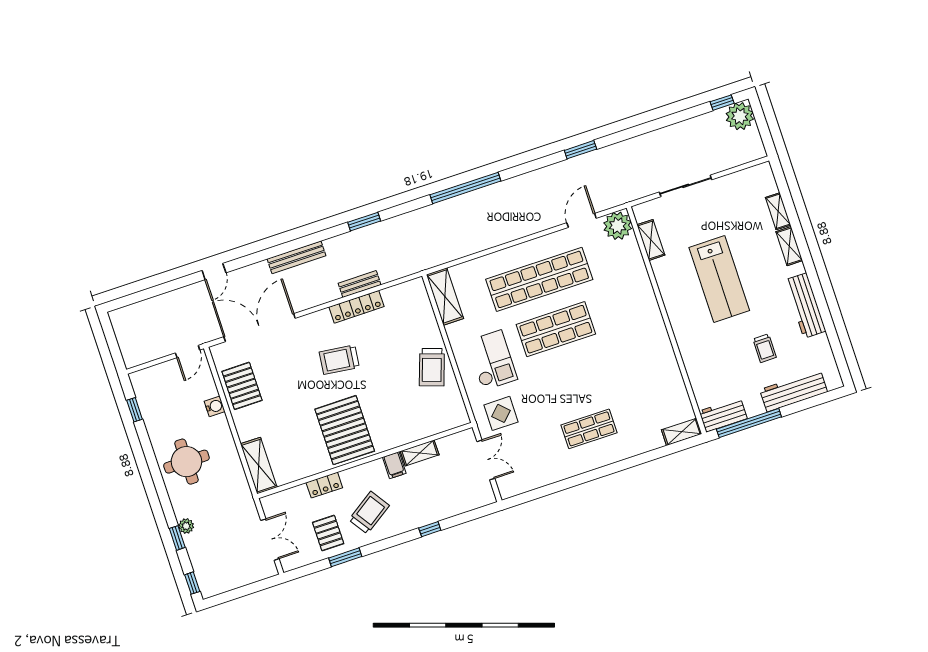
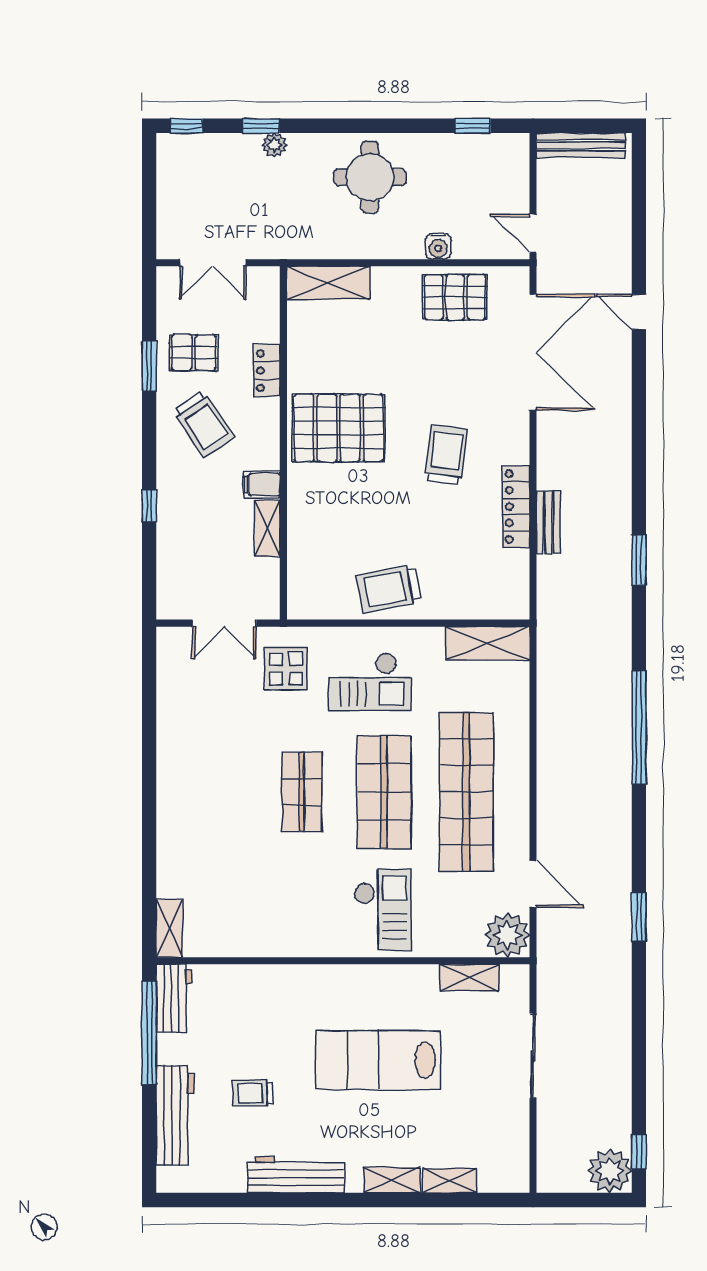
bench: (296, 257) -> (581, 145), moved, turned 90
checkout: (627, 306) -> (383, 910), added
trolley: (432, 367) -> (389, 589), turned -30
shop shelf: (589, 429) -> (302, 792), moved

